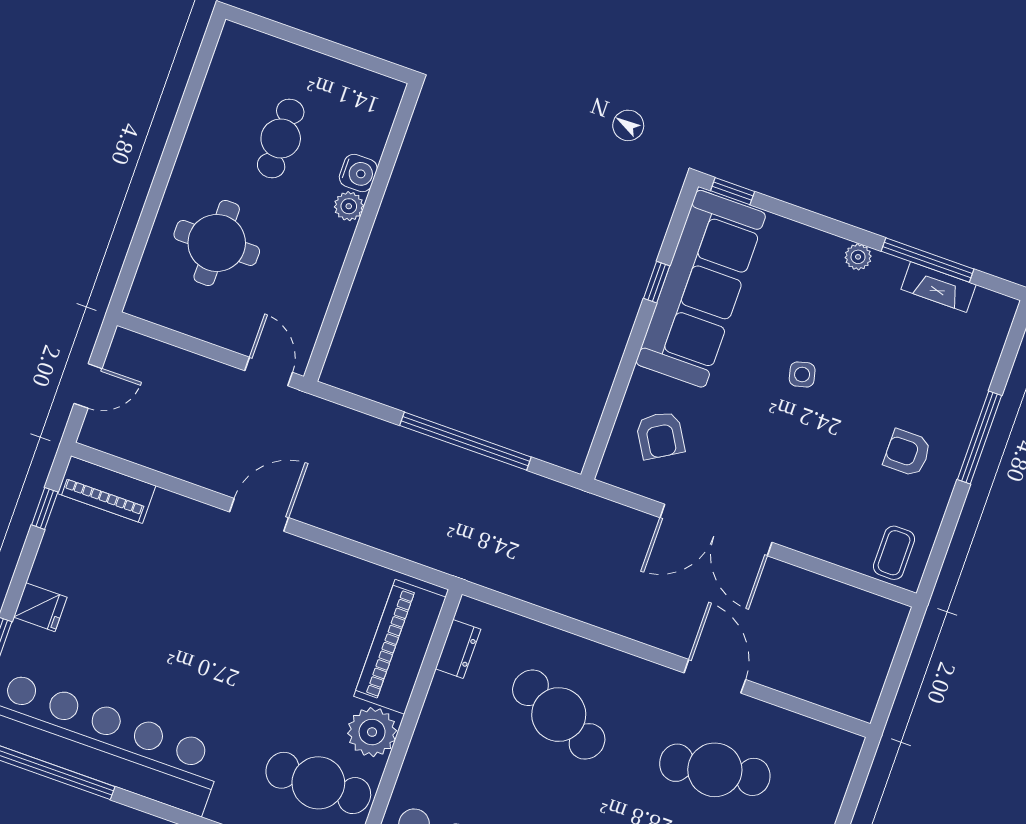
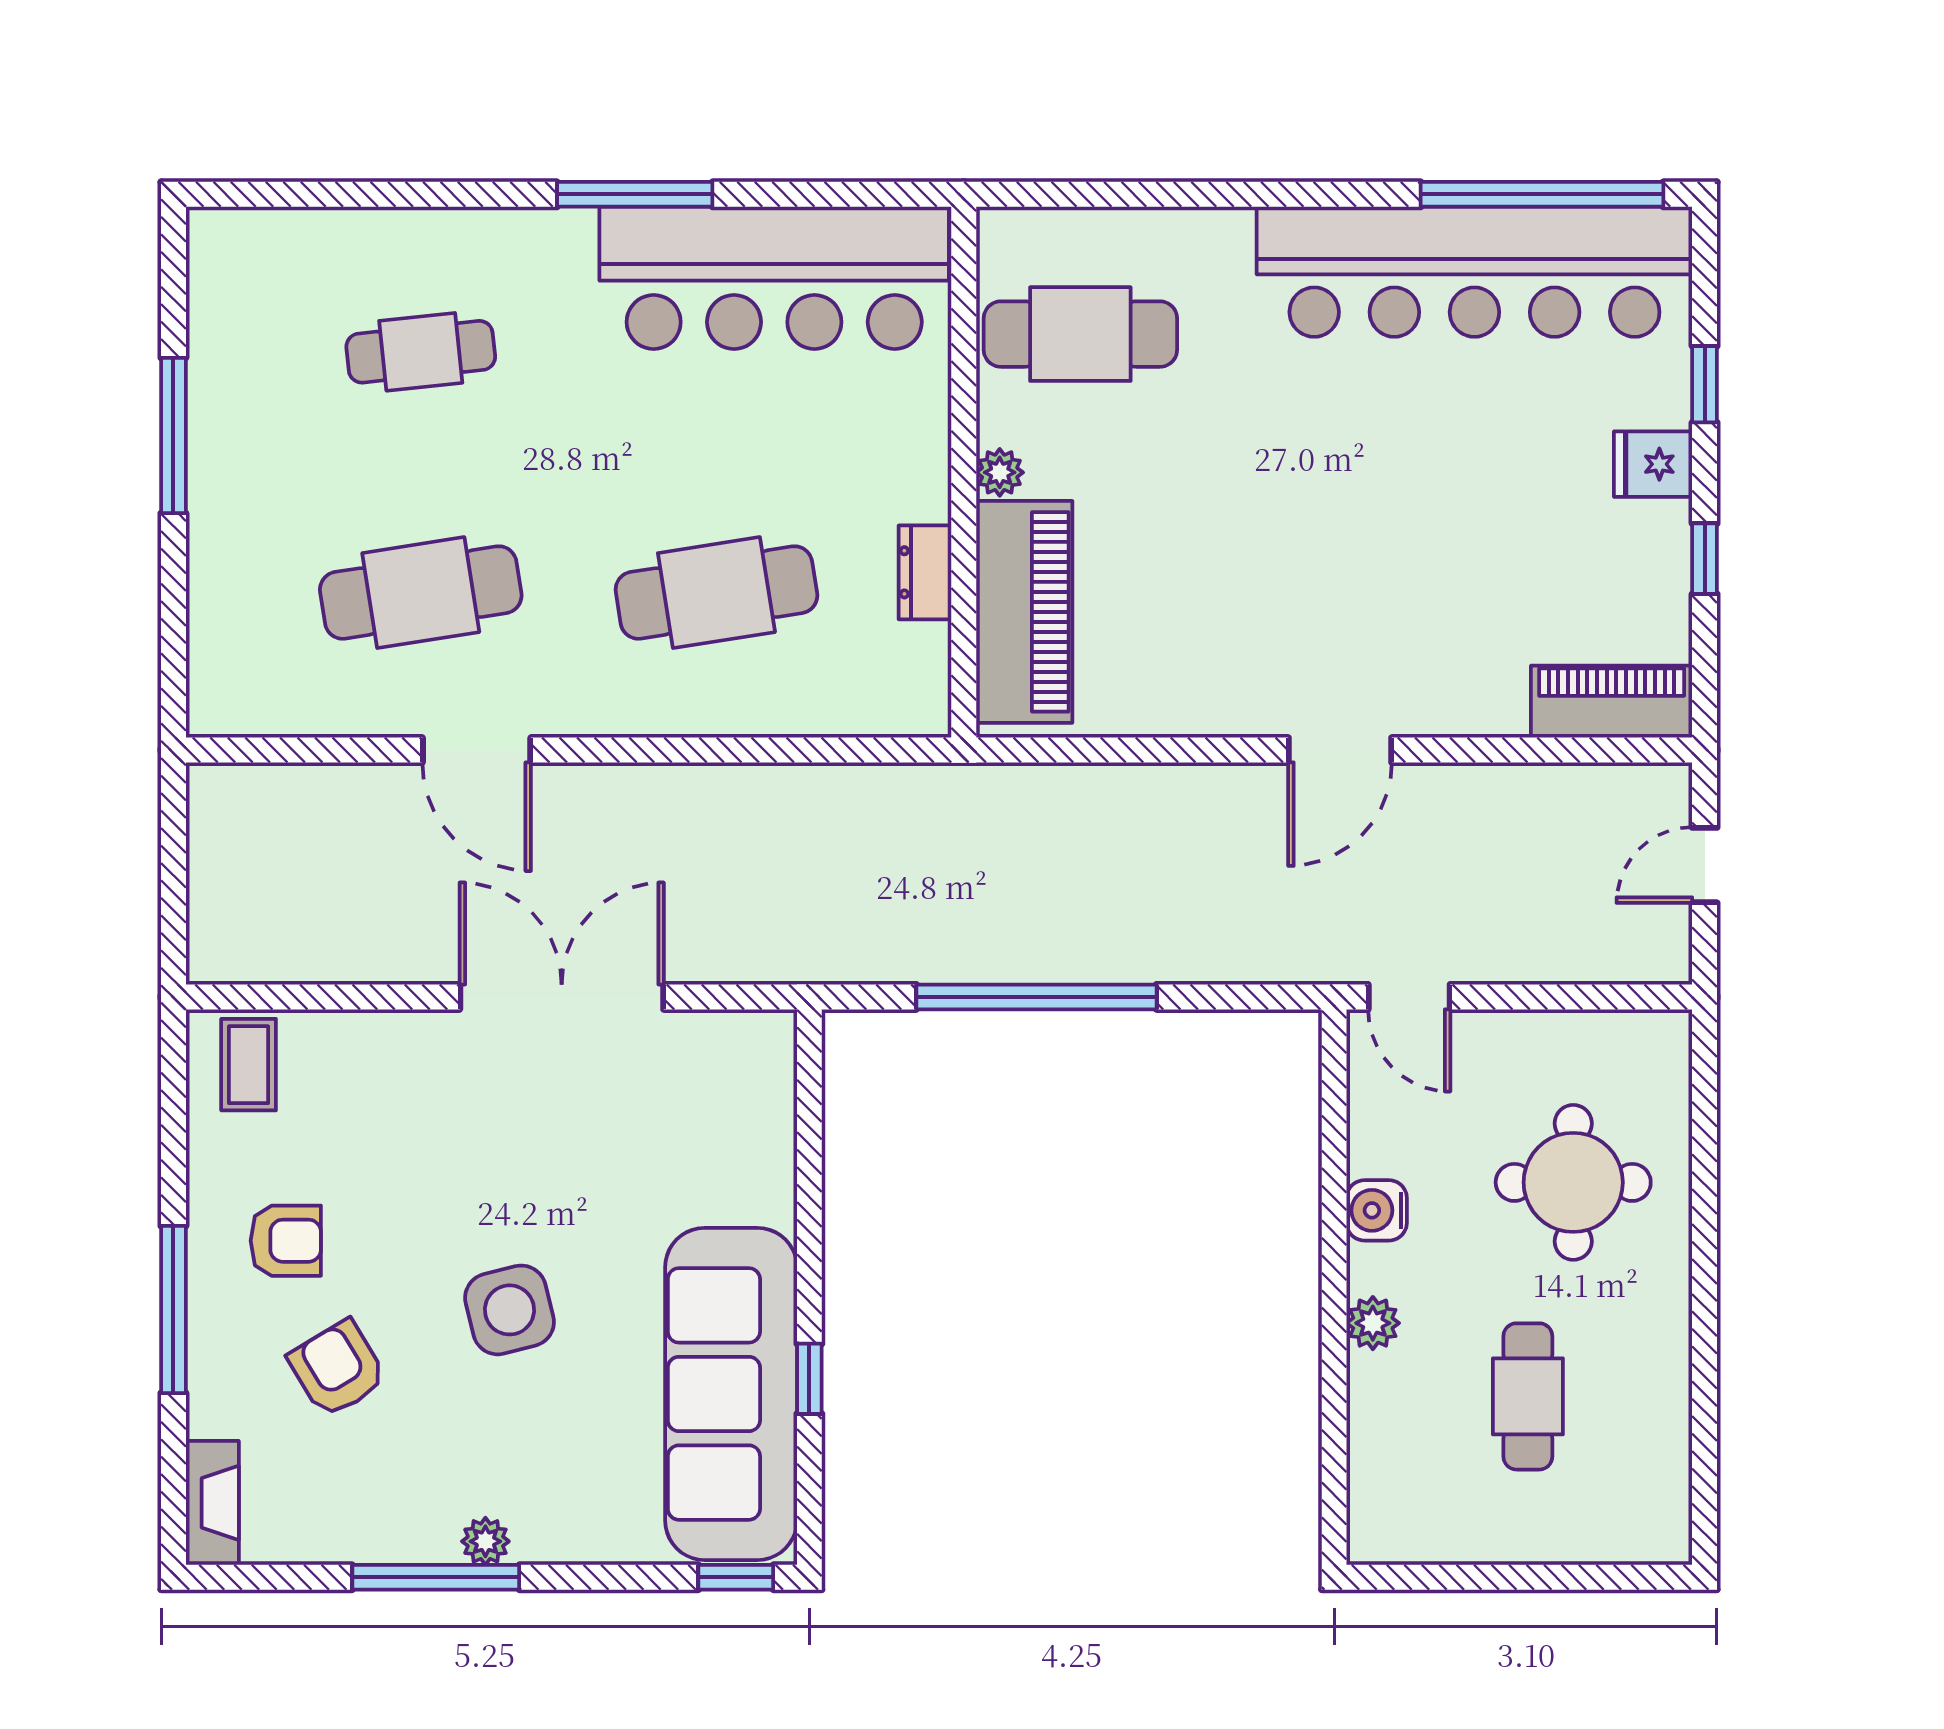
water cooler: (358, 173) -> (1377, 1210), moved
window: (928, 260) -> (436, 1577), moved
fireplace: (938, 287) -> (212, 1503), moved, turned 90
side table: (802, 374) -> (509, 1310), width x1.87, depth x1.87
armchair: (660, 435) -> (337, 1369), moved
window: (45, 508) -> (1705, 559), moved
dresser: (458, 649) -> (925, 572), moved
cafe table: (559, 715) -> (716, 593), turned -33
plant: (372, 732) -> (1000, 472), width x0.53, depth x0.53

